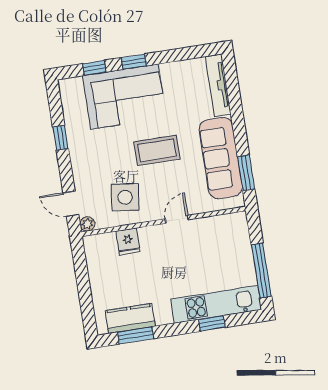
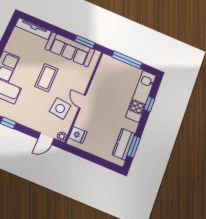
door: (177, 219) -> (82, 102), moved
fridge: (128, 241) -> (78, 135), moved
window: (261, 270) -> (127, 60), moved

